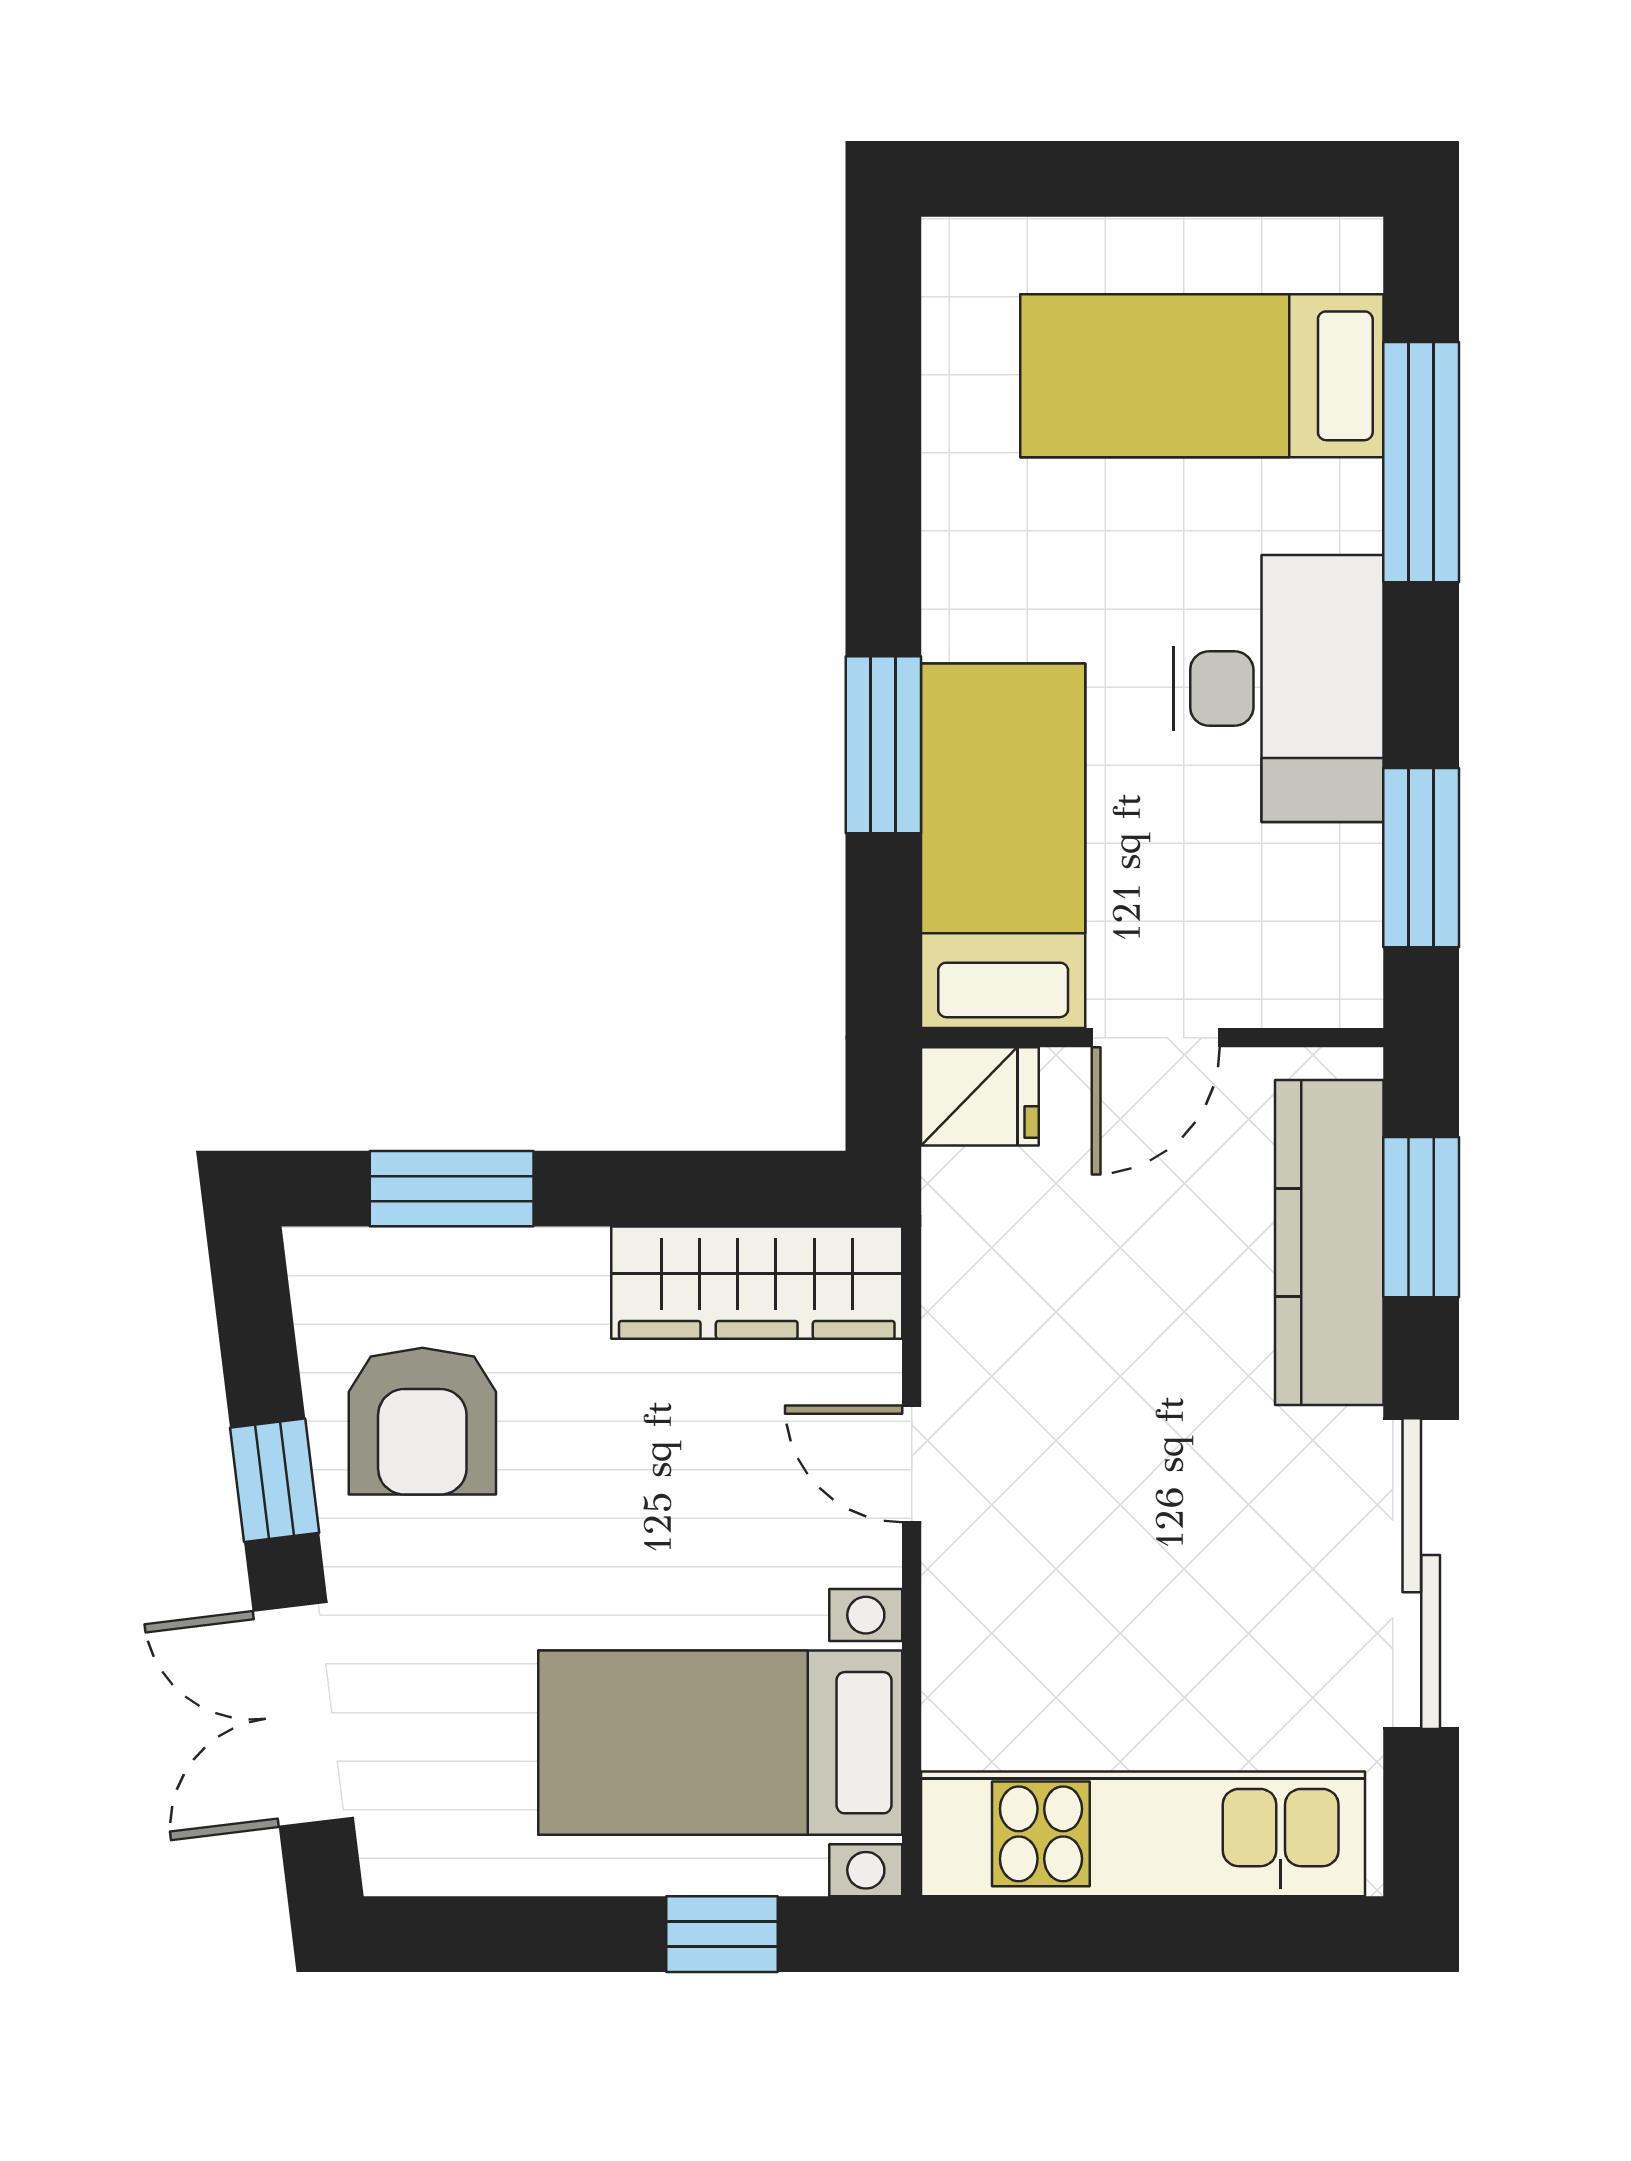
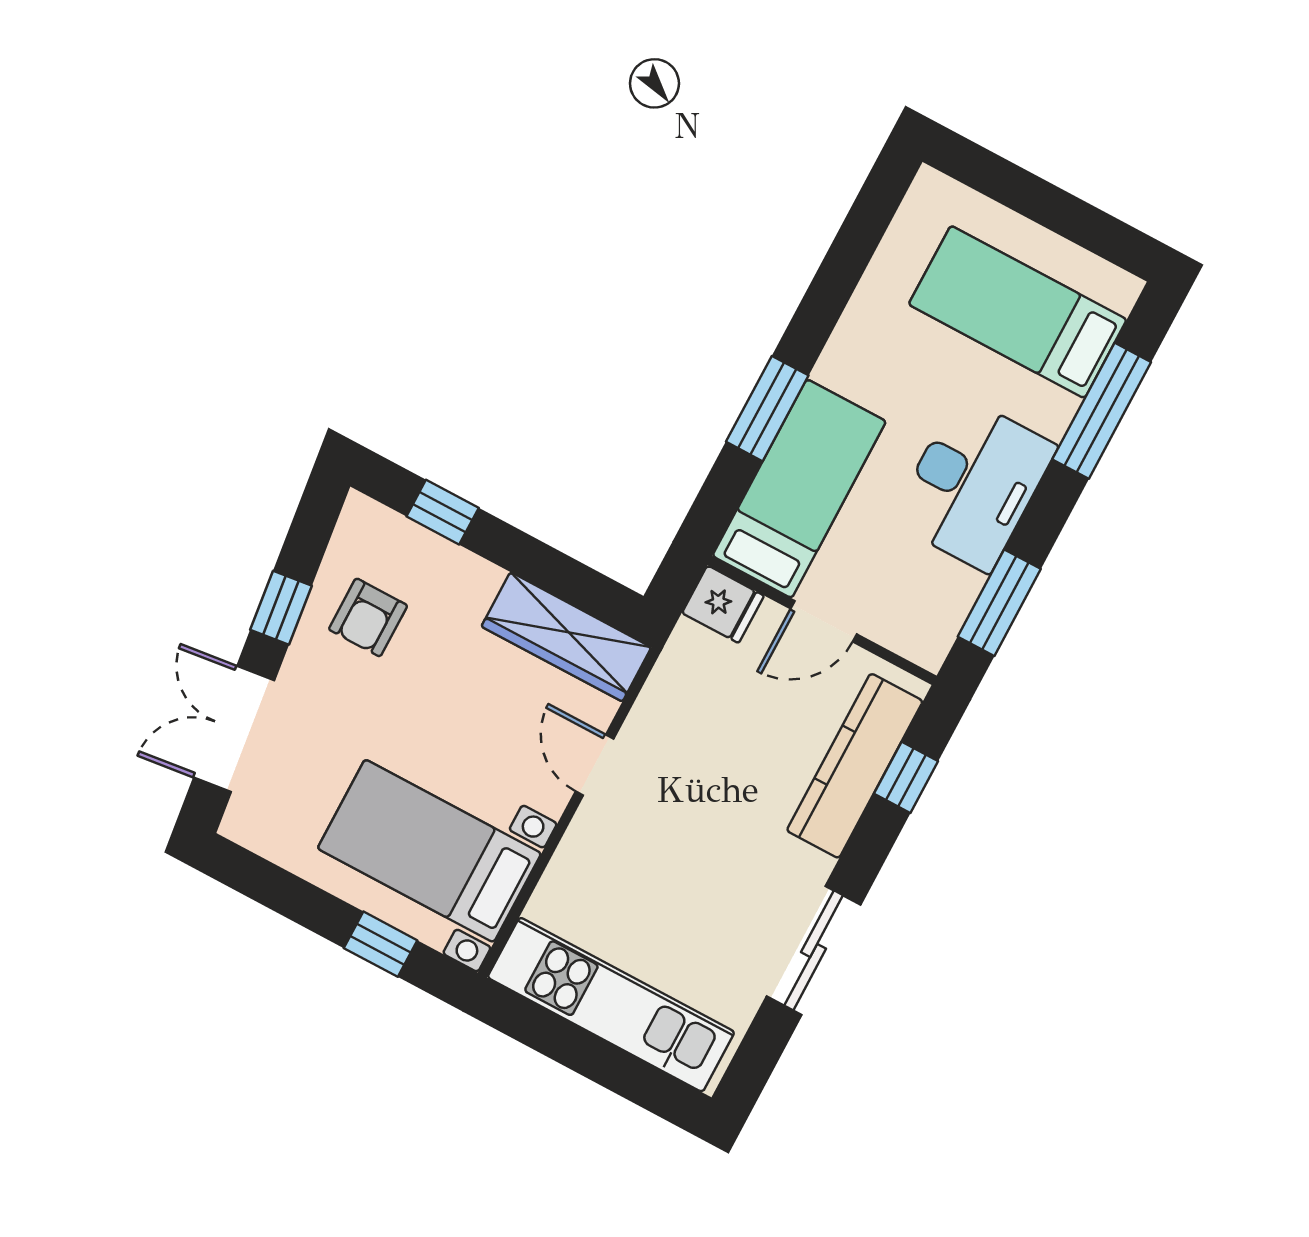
window: (452, 1189) -> (443, 512), width x0.67
window: (1421, 1217) -> (906, 777), width x0.67
armchair: (422, 1421) -> (368, 617), width x0.72, depth x0.72
sliding door: (1421, 1574) -> (814, 950), width x0.73

